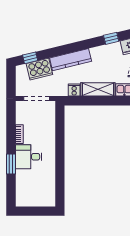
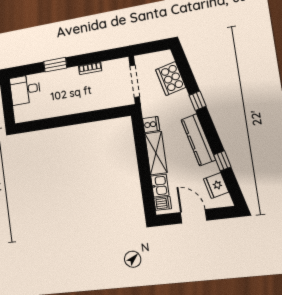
window: (30, 58) -> (198, 101), moved
kitchen counter: (71, 60) -> (198, 140), moved
desk: (29, 157) -> (25, 90), moved, turned -90

